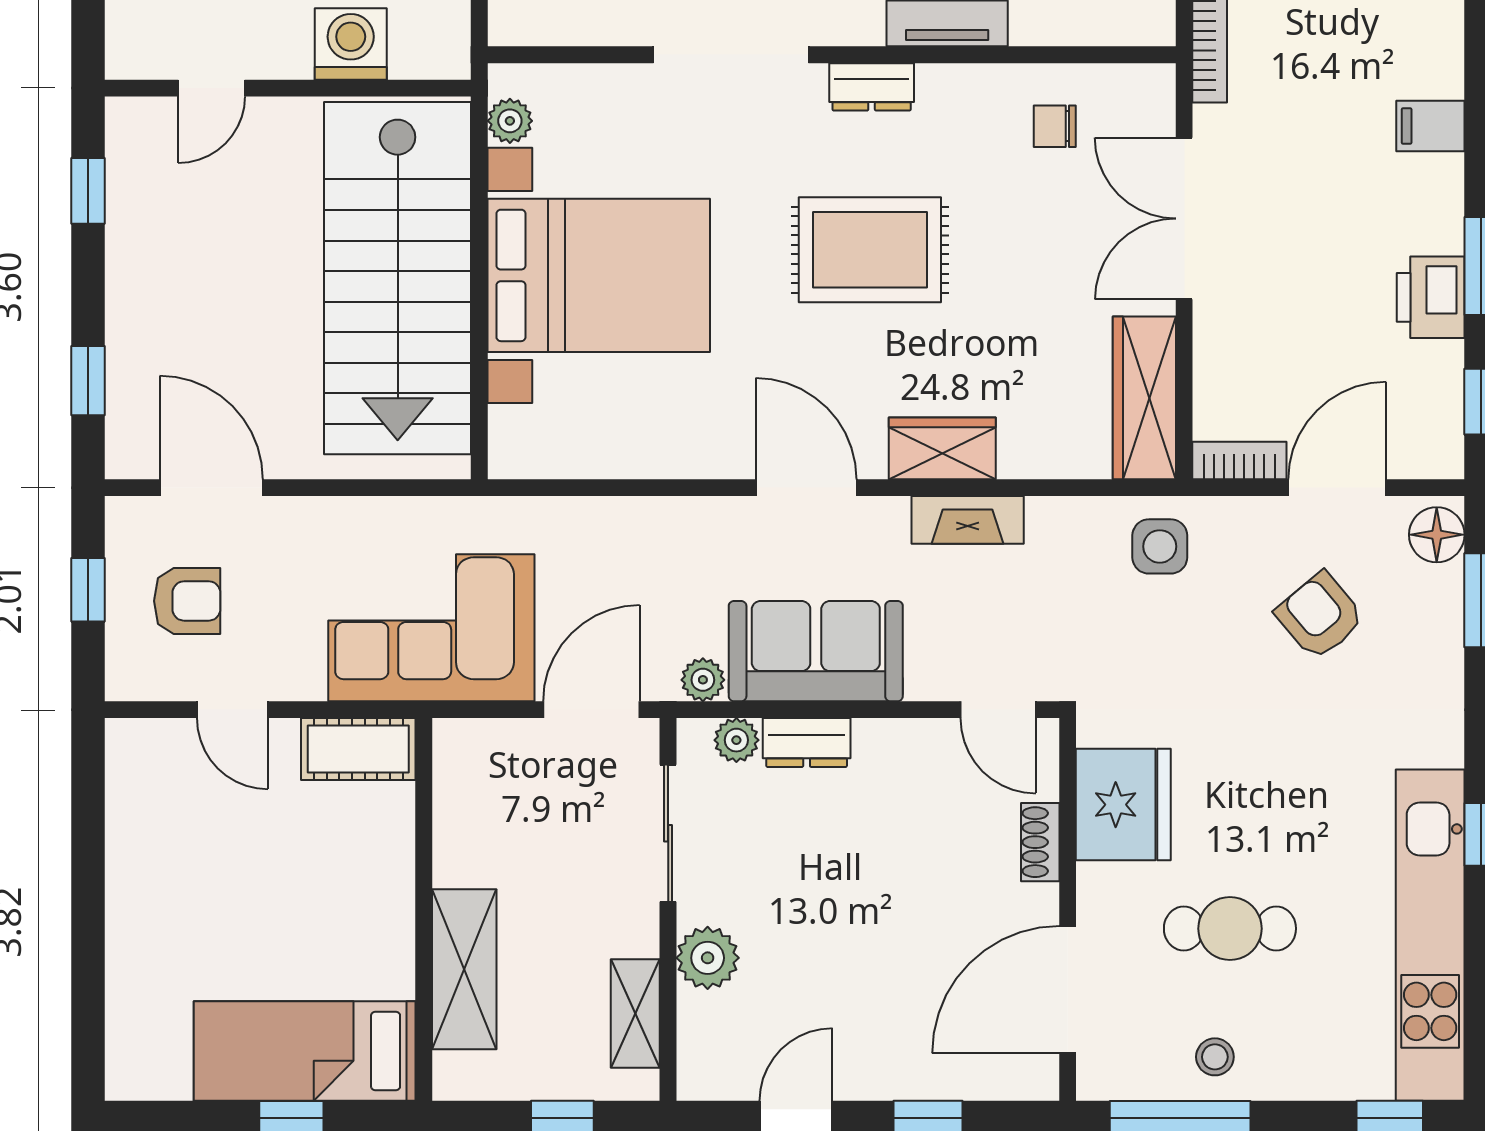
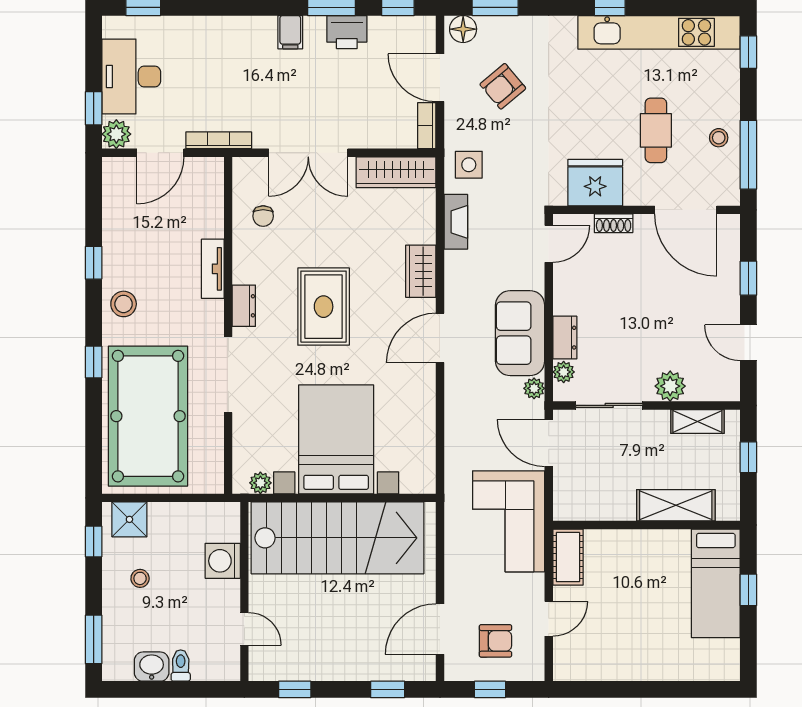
filing cabinet: (1430, 126) -> (290, 32), moved
fireplace: (968, 520) -> (456, 222), moved
armchair: (187, 601) -> (495, 641), turned 90

